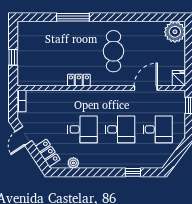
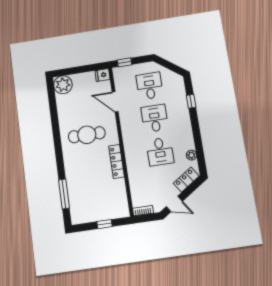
window: (73, 17) -> (64, 194), moved
locker: (79, 80) -> (117, 161), width x1.53
desk: (83, 129) -> (160, 152), turned 180

